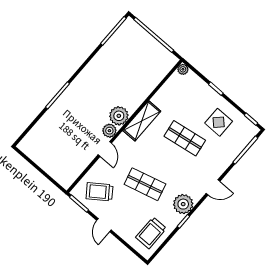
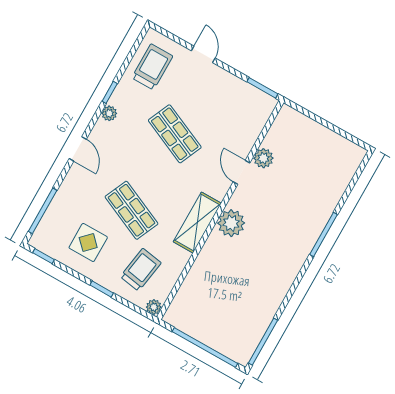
plant: (109, 131) -> (263, 158), moved
shop shelf: (185, 138) -> (132, 210), turned 33
shop shelf: (145, 184) -> (175, 134), turned 39
door: (213, 187) -> (78, 149), swing flipped
trolley: (100, 192) -> (141, 270), moved, turned -45
plant: (183, 204) -> (109, 113), width x0.53, depth x0.53
door: (104, 225) -> (203, 54), moved

